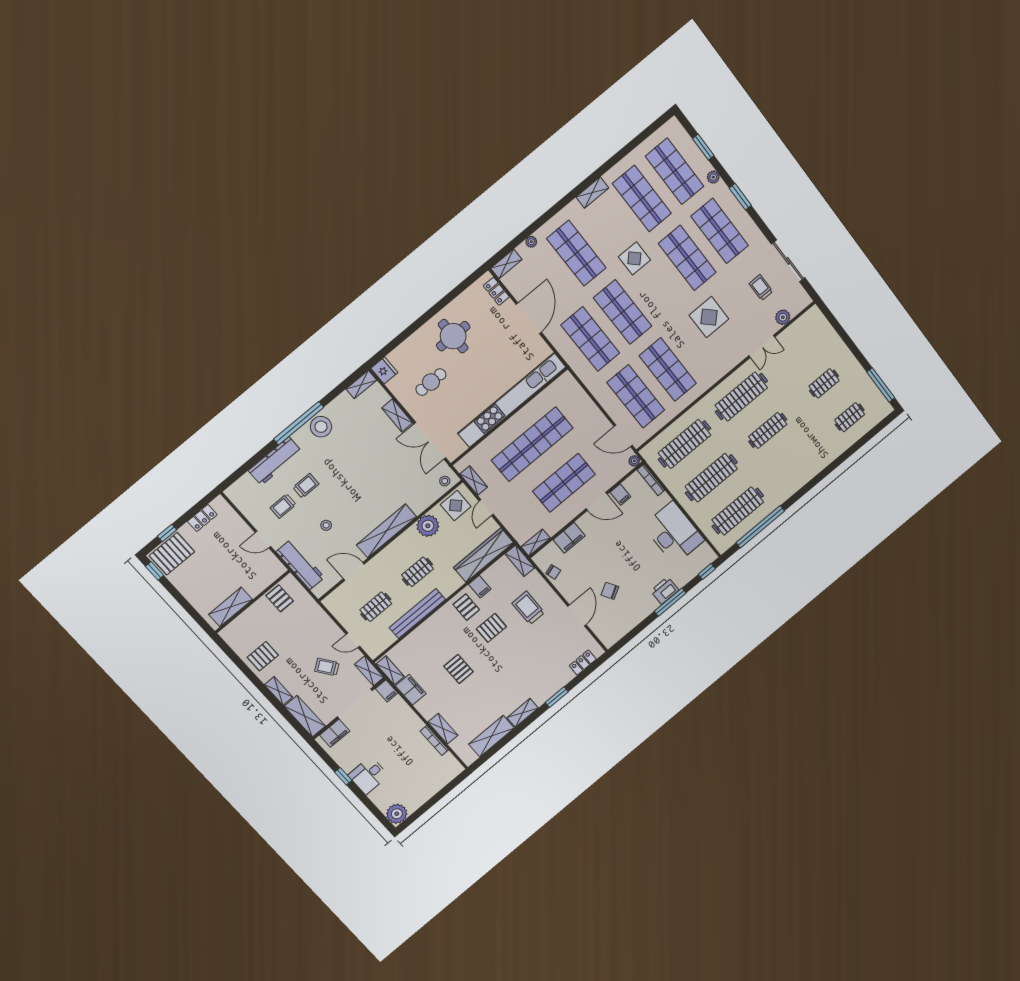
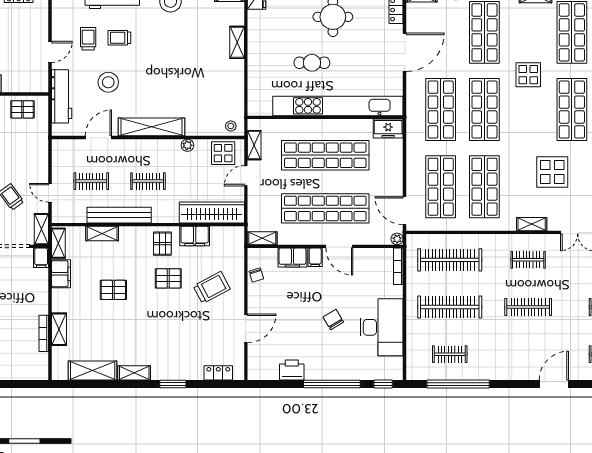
shelving: (724, 368) -> (532, 224), added
cafe table: (431, 382) -> (312, 63), moved
freezer: (563, 386) -> (388, 129), added
clothes rail: (741, 396) -> (528, 260), width x0.54, depth x0.76
double door: (430, 441) -> (246, 84), removed
door: (828, 470) -> (554, 384), added
shop shelf: (564, 483) -> (325, 208), width x1.40
trolley: (306, 486) -> (119, 38), turned 180
filing cabinet: (620, 495) -> (315, 257), moved
trolley: (283, 506) -> (88, 39), turned 90
clothes rail: (738, 511) -> (450, 354), width x0.54, depth x0.76
stool: (326, 525) -> (108, 82), width x1.89, depth x1.89
plant: (428, 526) -> (187, 145), width x0.53, depth x0.53
door: (263, 540) -> (50, 52), swing flipped
shelving: (520, 561) -> (102, 233), moved, turned 90
door: (354, 571) -> (98, 138), hinge flipped
filing cabinet: (480, 587) -> (195, 236), width x2.00
chair: (610, 591) -> (333, 320), moved
printer: (665, 591) -> (292, 370), moved
pallet: (280, 598) -> (22, 109), turned 90
window: (670, 602) -> (332, 384), width x1.46
trolley: (528, 608) -> (212, 288), turned 62
pallet: (459, 669) -> (113, 290), turned 90

